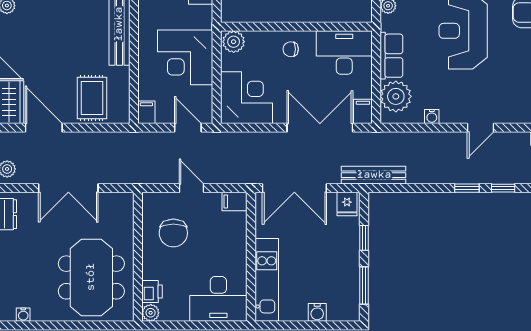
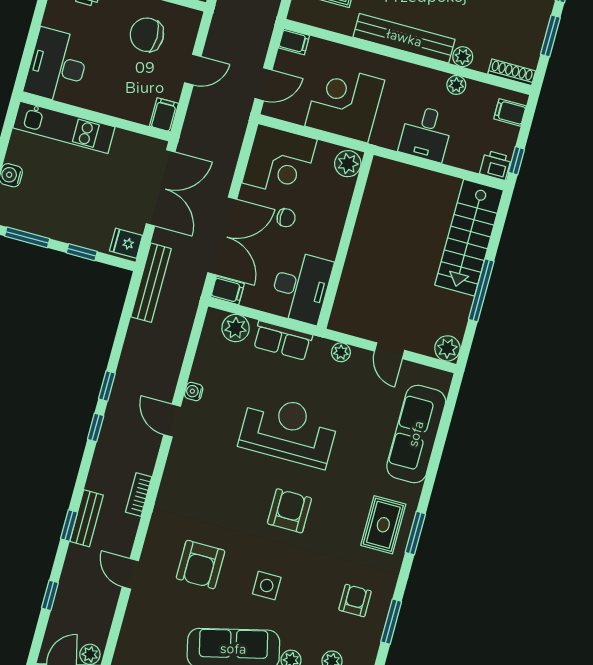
chair: (291, 49) -> (286, 218), moved, turned 88
plant: (396, 96) -> (236, 328), width x0.73, depth x0.73
water cooler: (432, 116) -> (194, 392), moved
double door: (294, 188) -> (161, 188), swing flipped

